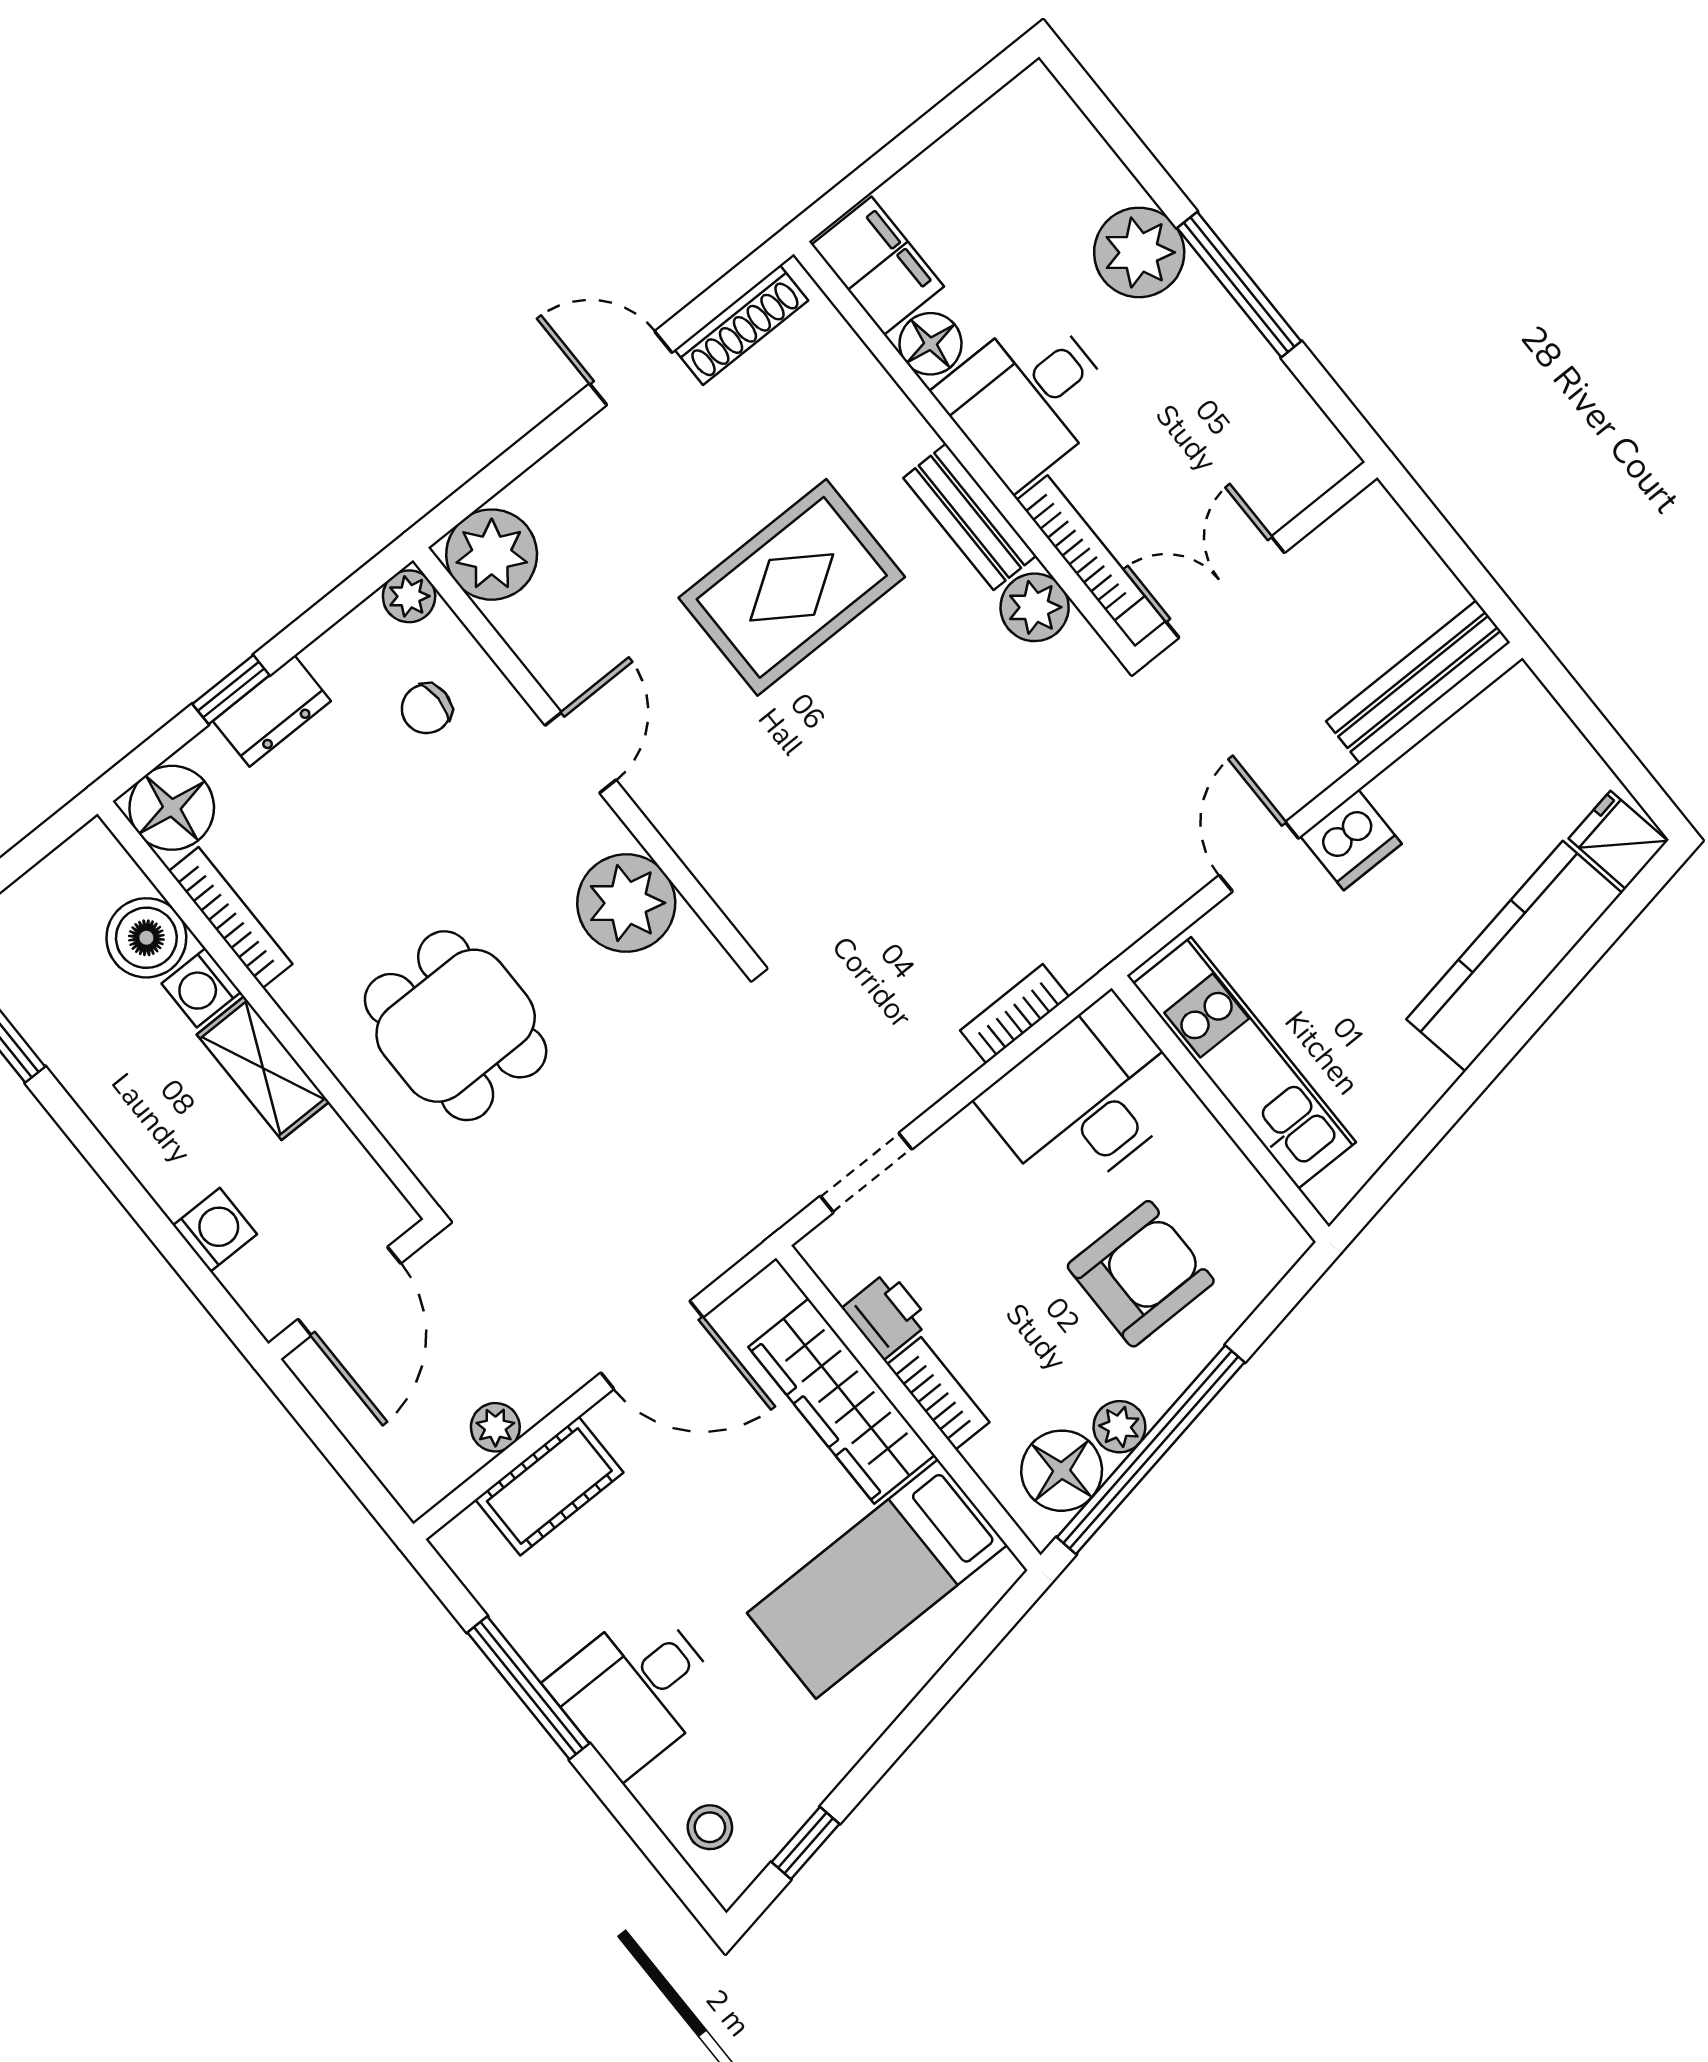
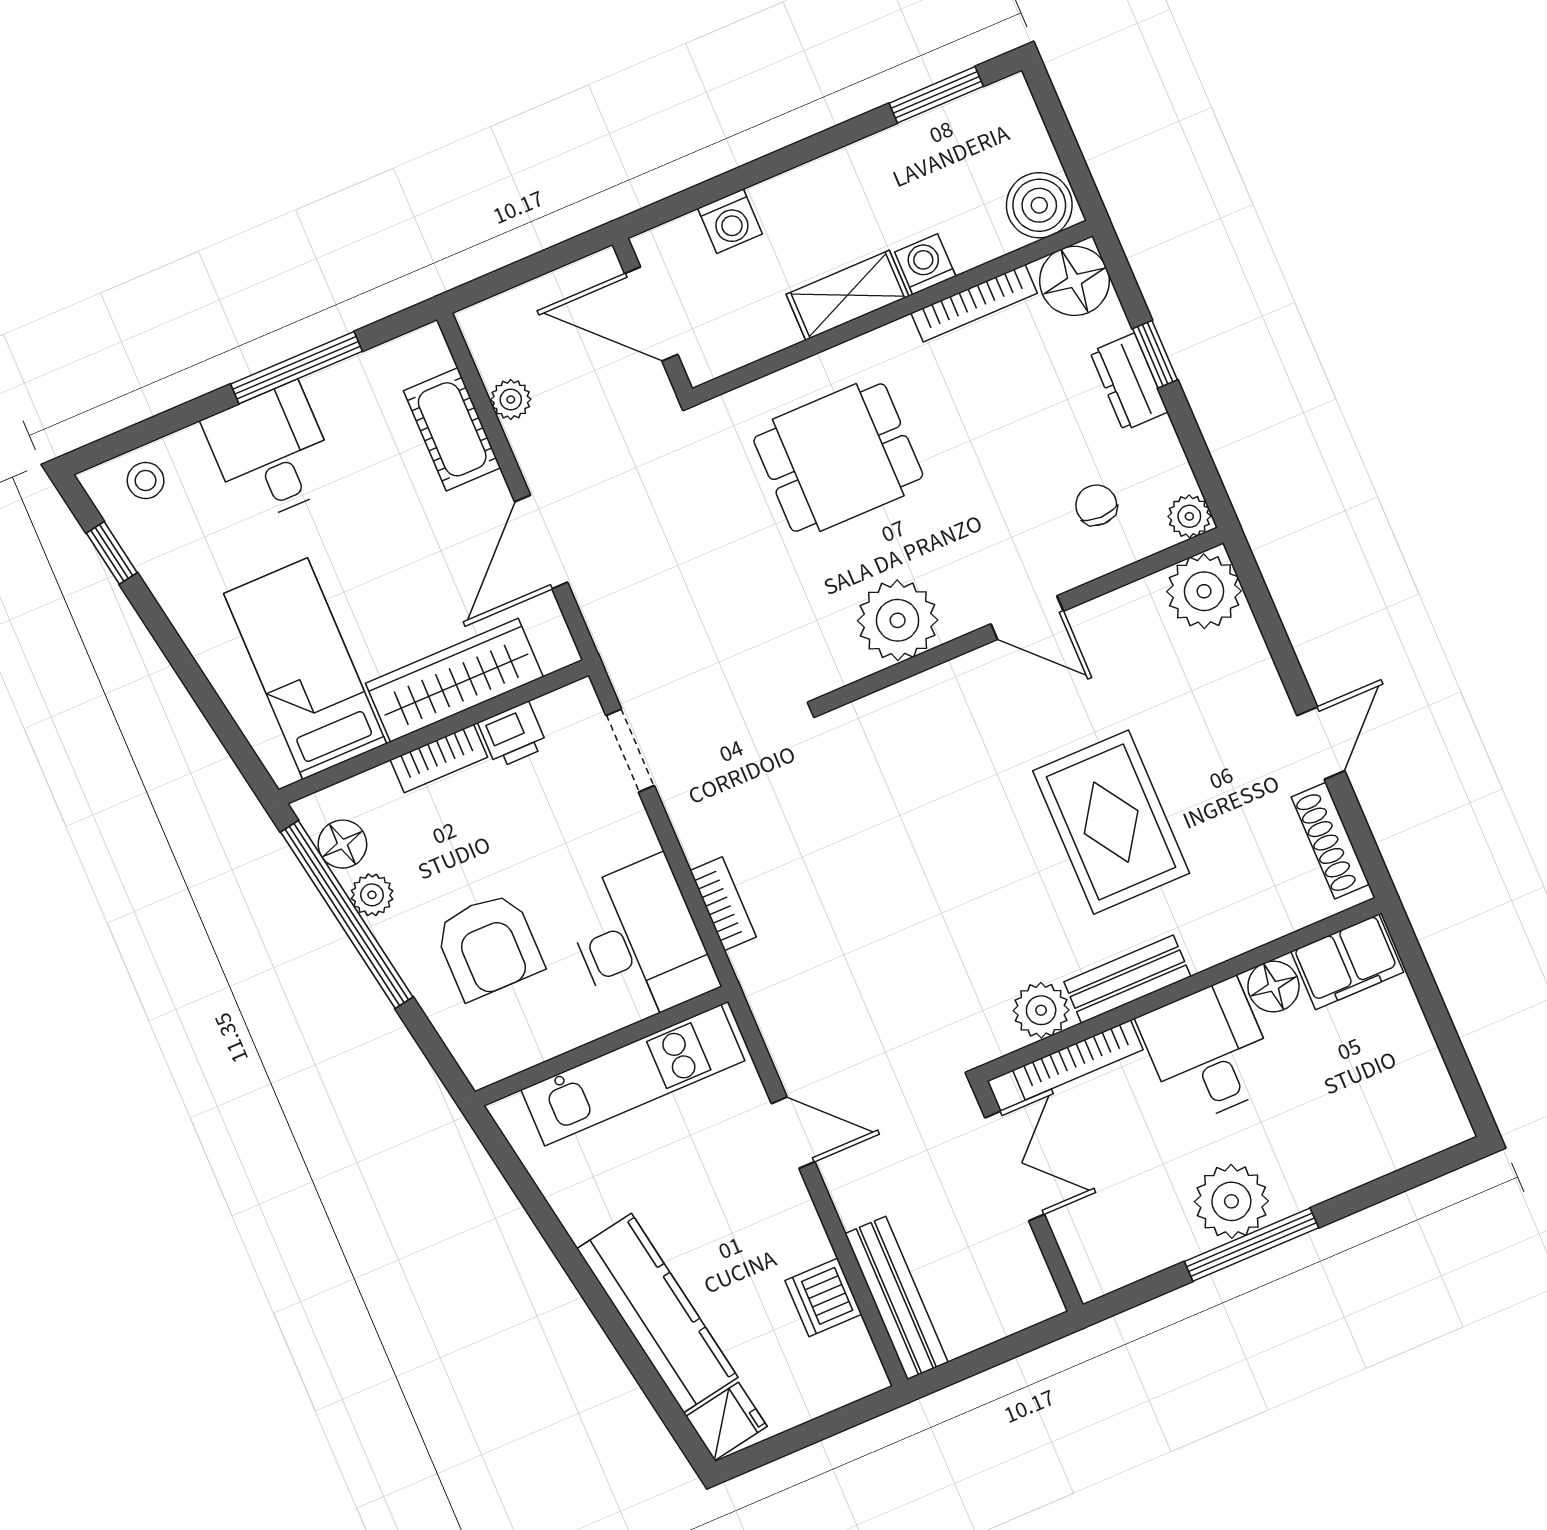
plant: (1139, 252) -> (1231, 1201), moved
dishwasher: (1351, 840) -> (823, 1297), moved
boiler: (146, 938) -> (1039, 205), moved
floor lamp: (1062, 1471) -> (342, 844), width x0.73, depth x0.73

